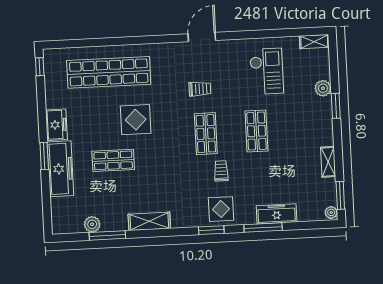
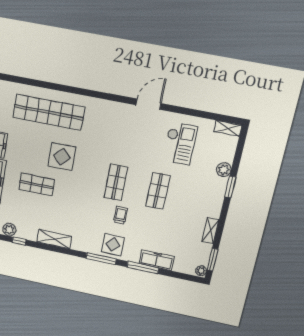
door: (202, 37) -> (148, 104), moved
trolley: (200, 89) -> (120, 145), removed
window: (211, 230) -> (101, 259), width x1.44
window: (107, 235) -> (19, 241), width x0.46

